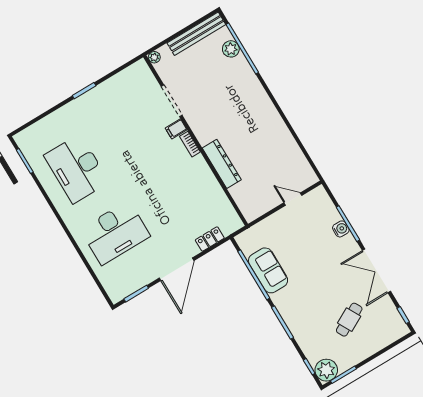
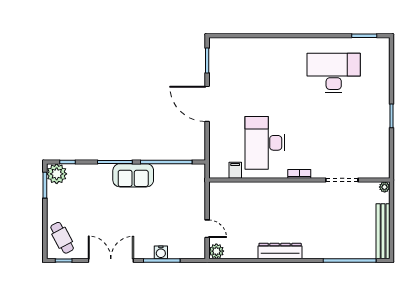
plant: (231, 49) -> (216, 251), moved
filing cabinet: (176, 129) -> (235, 170), moved
dresser: (222, 164) -> (280, 251), moved, turned 180
door: (293, 199) -> (207, 229), hinge flipped
desk: (115, 233) -> (265, 143), moved
locker: (210, 239) -> (215, 144), removed
sofa: (268, 270) -> (133, 175), moved
cafe table: (349, 320) -> (62, 238), moved

